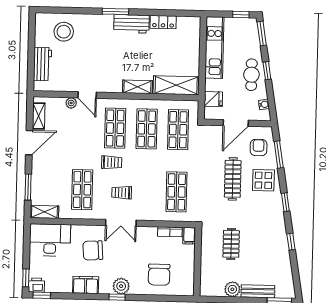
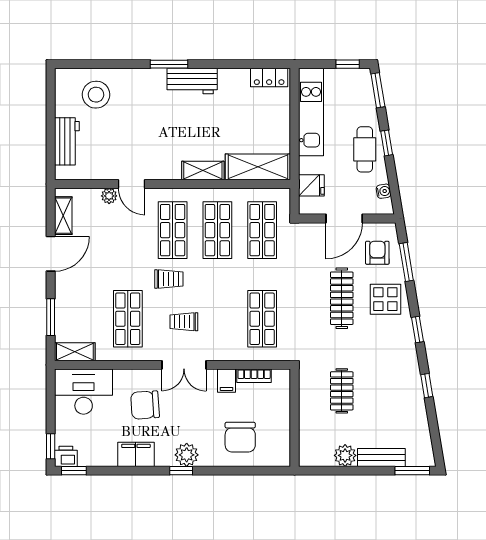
locker: (163, 22) -> (269, 77), moved
filing cabinet: (189, 236) -> (226, 381), moved

